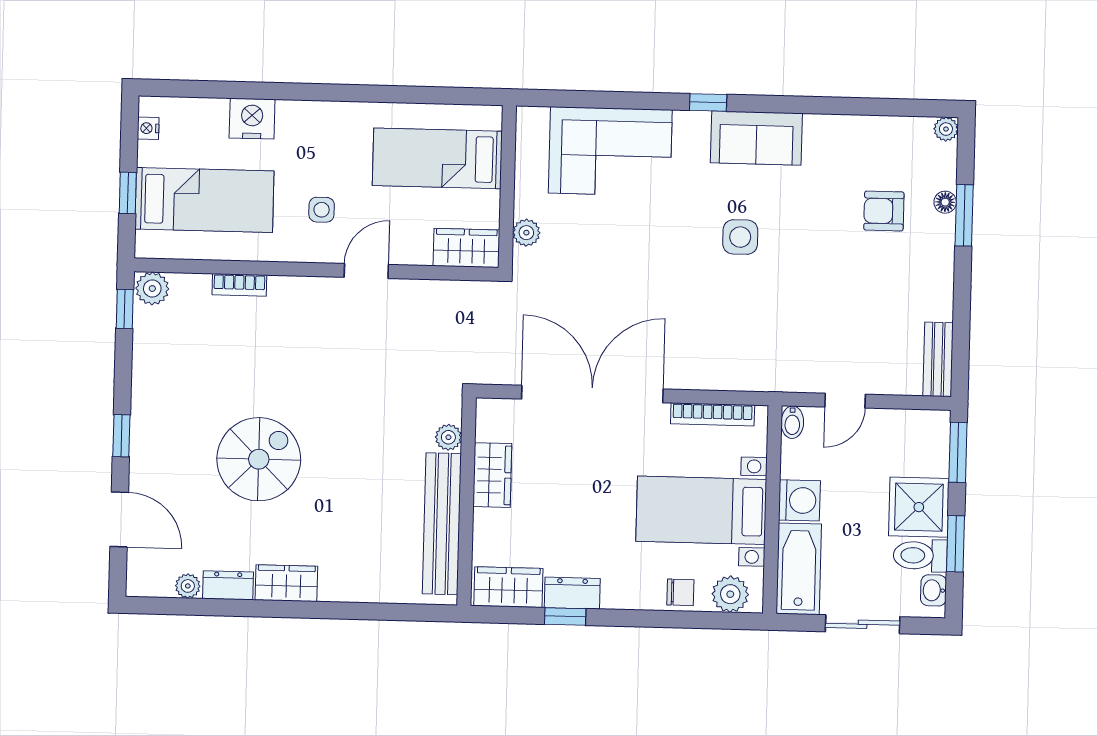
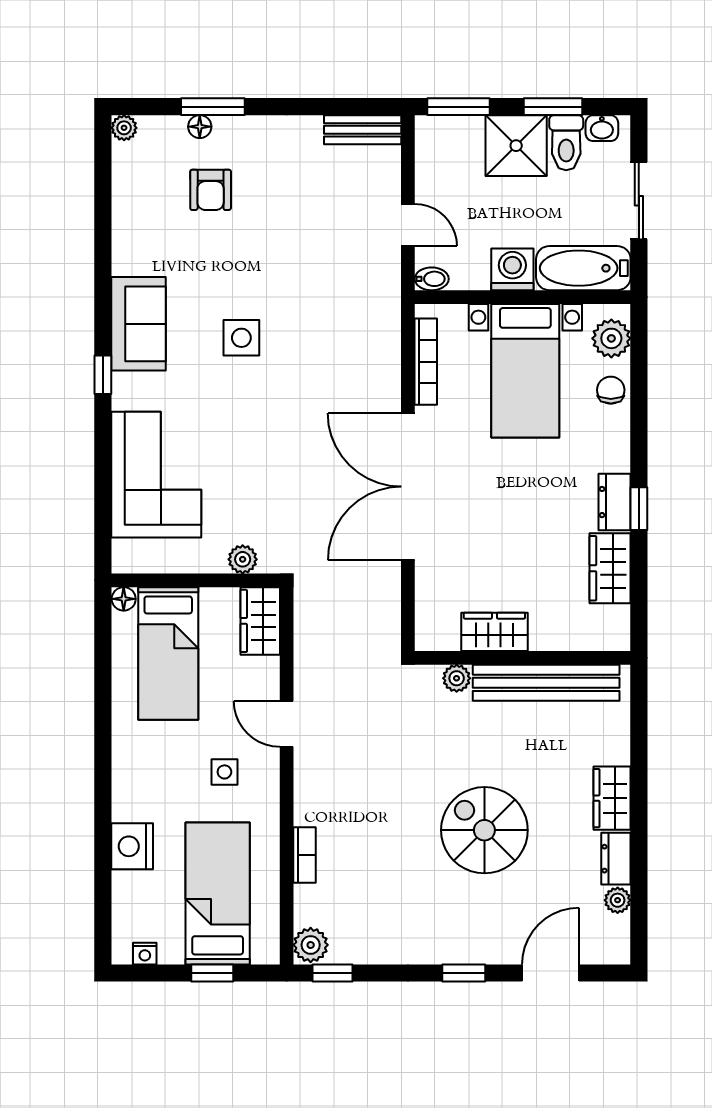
floor lamp: (491, 117) -> (124, 599), added
plant: (448, 437) -> (457, 678), moved
wardrobe: (492, 475) -> (494, 632), moved
wall: (466, 502) -> (523, 658), moved
bench: (442, 524) -> (546, 683), moved

